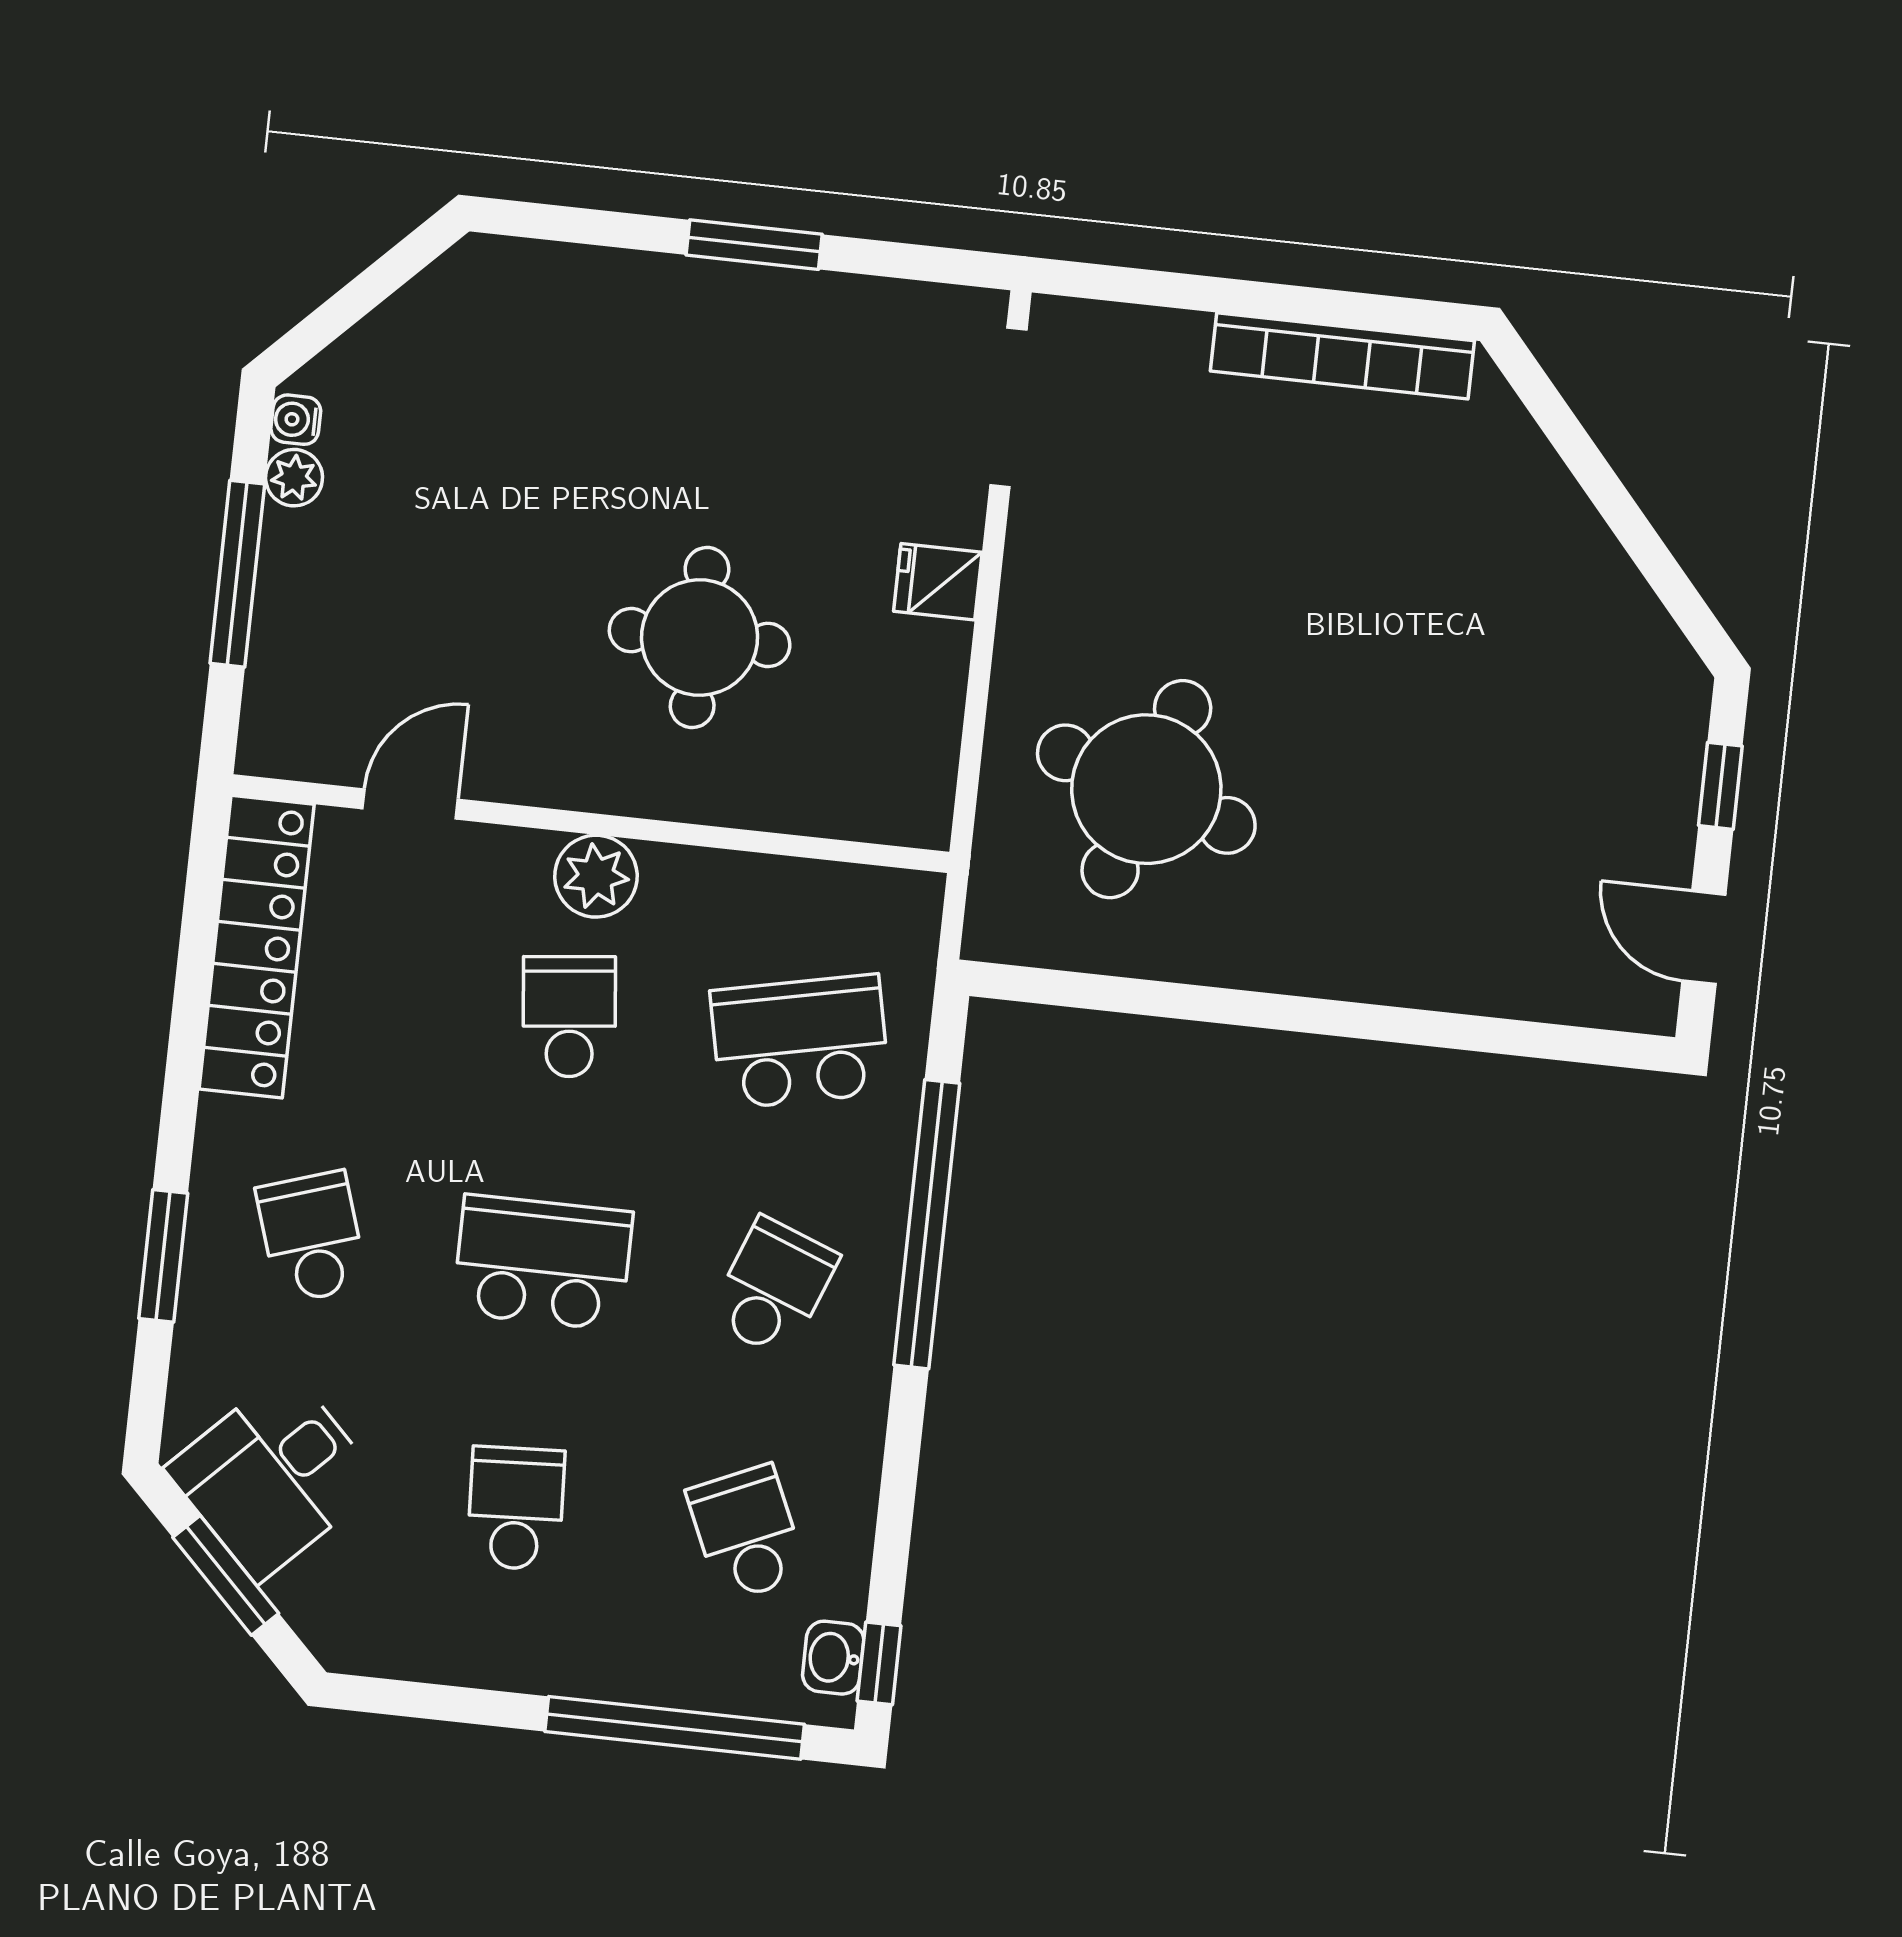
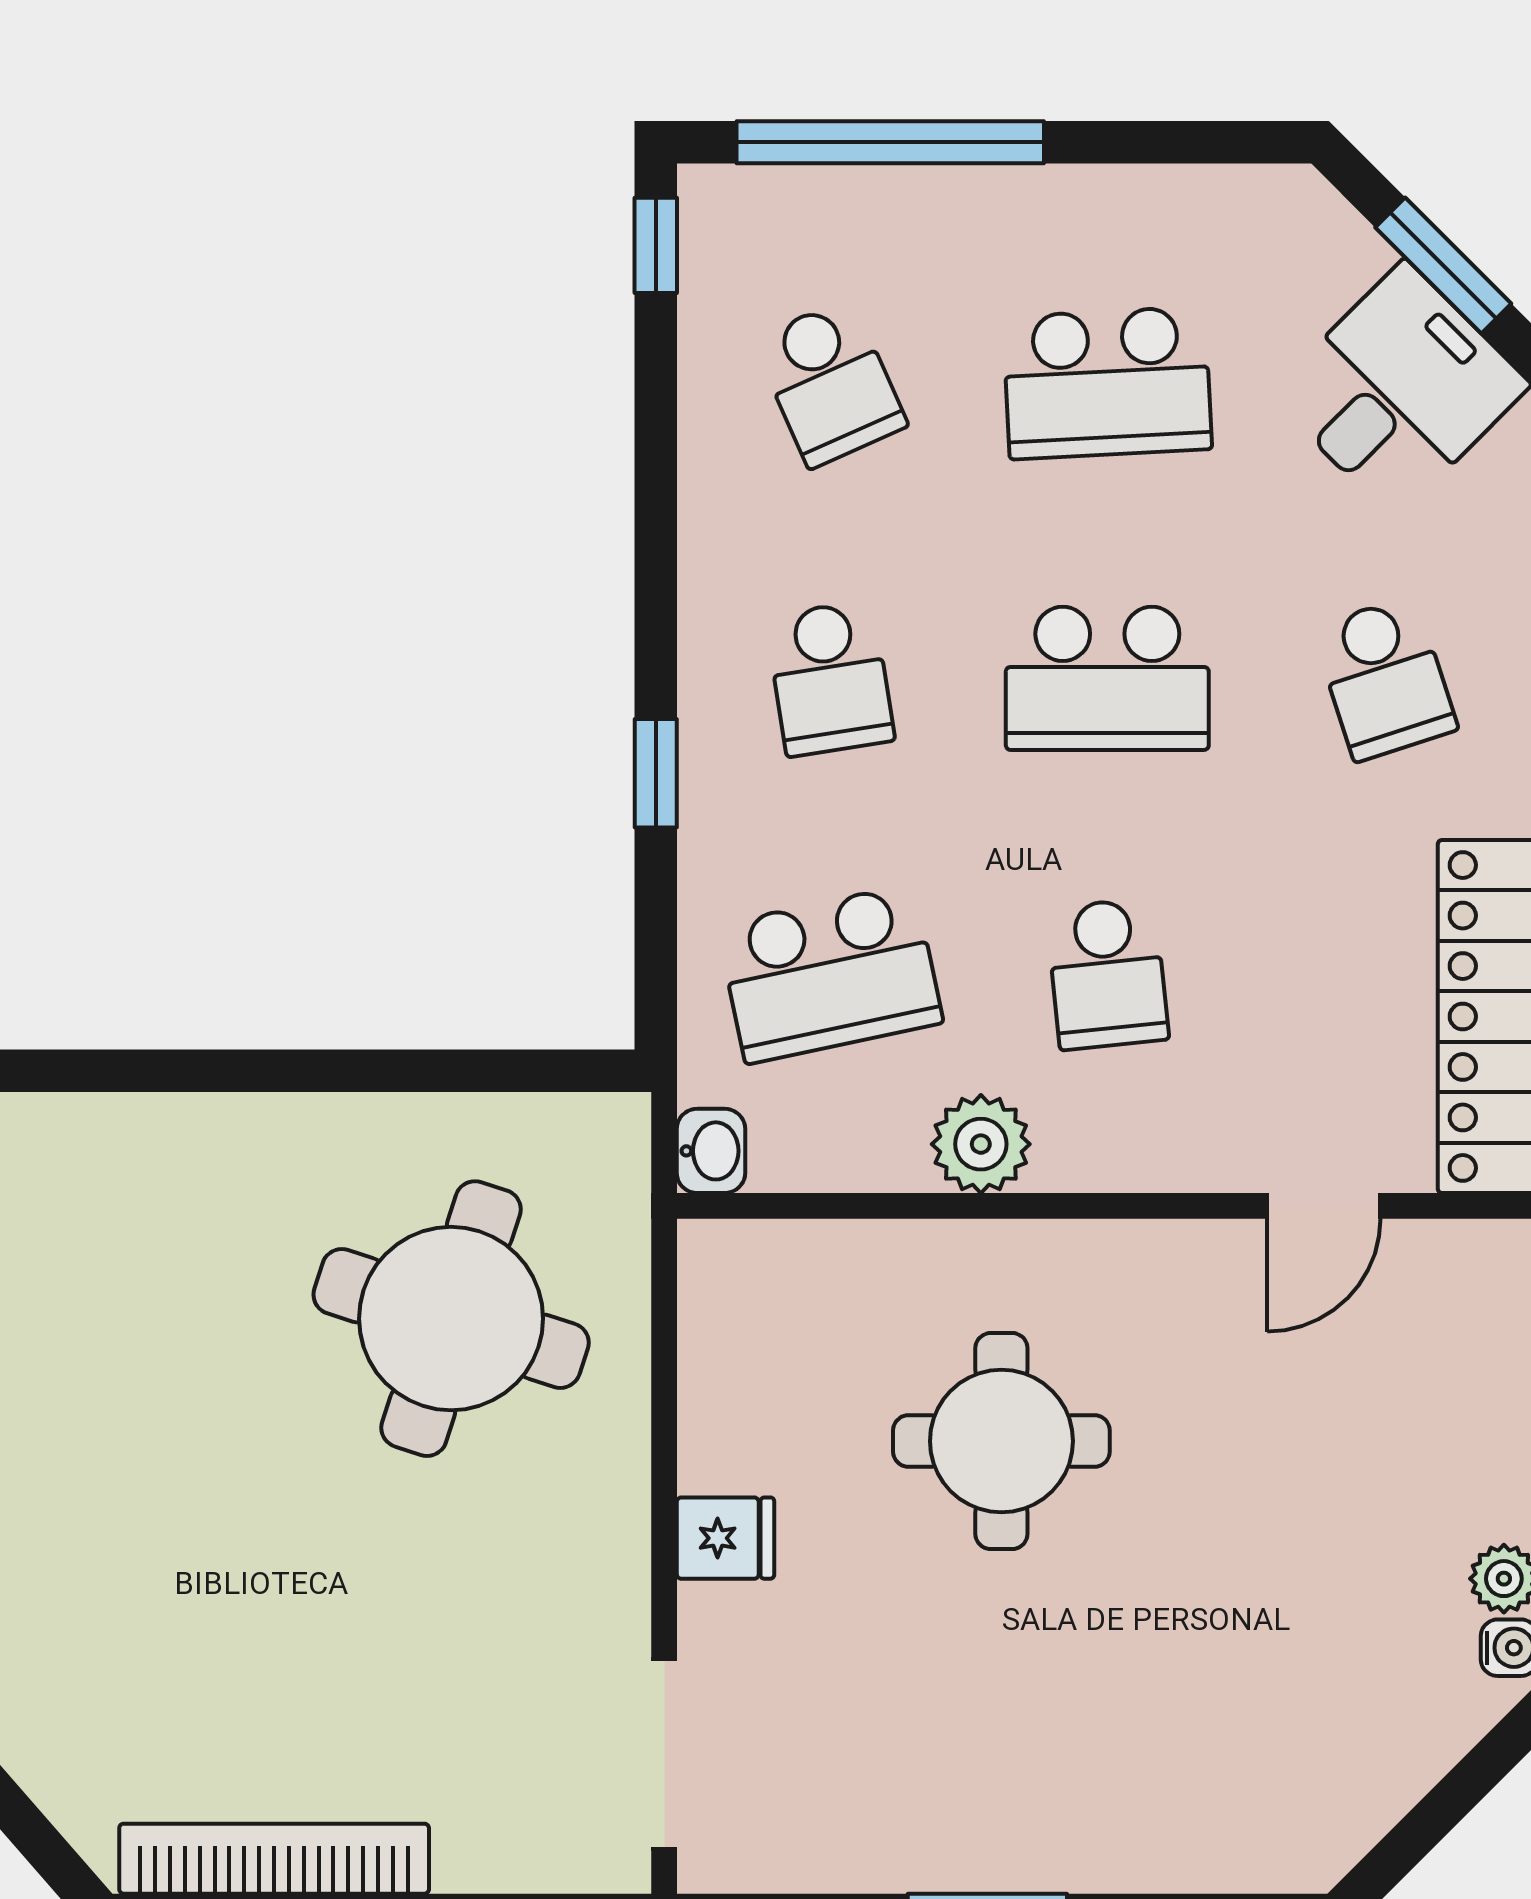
plant: (596, 876) -> (981, 1144), moved
window: (927, 1224) -> (656, 773), width x0.32
school desk: (773, 1287) -> (830, 678), turned -30
school desk: (516, 1508) -> (1107, 383), width x1.85
washbasin: (833, 1658) -> (711, 1151), moved

